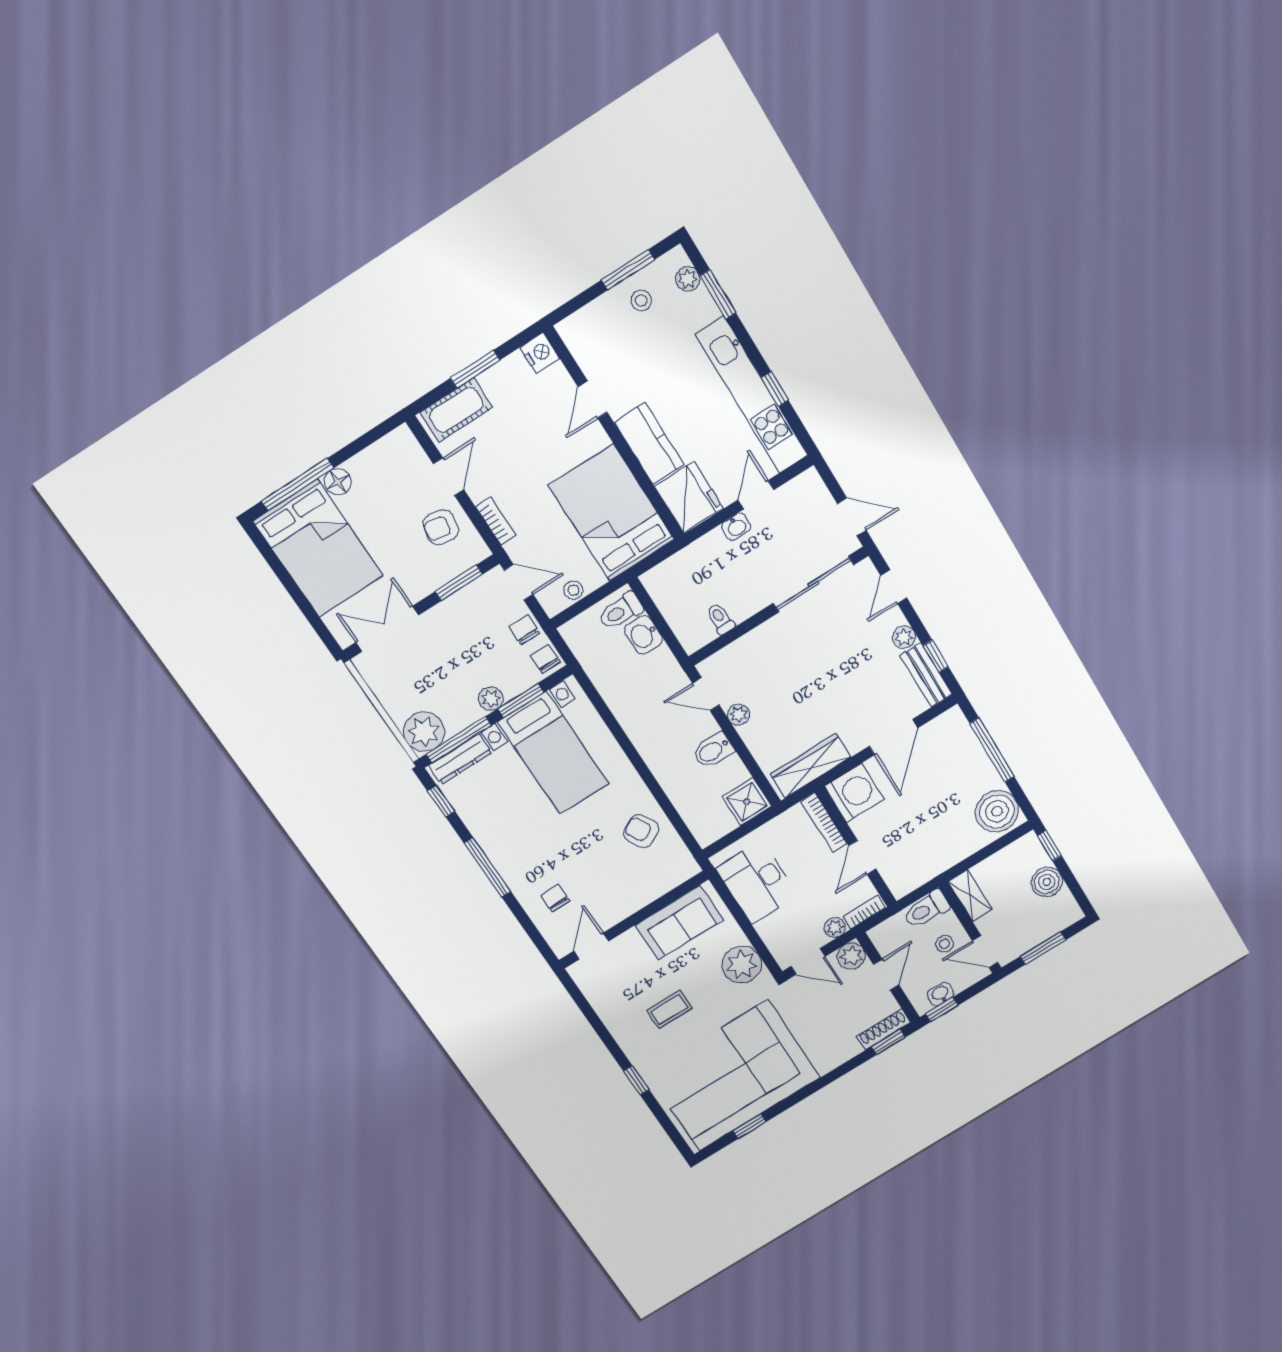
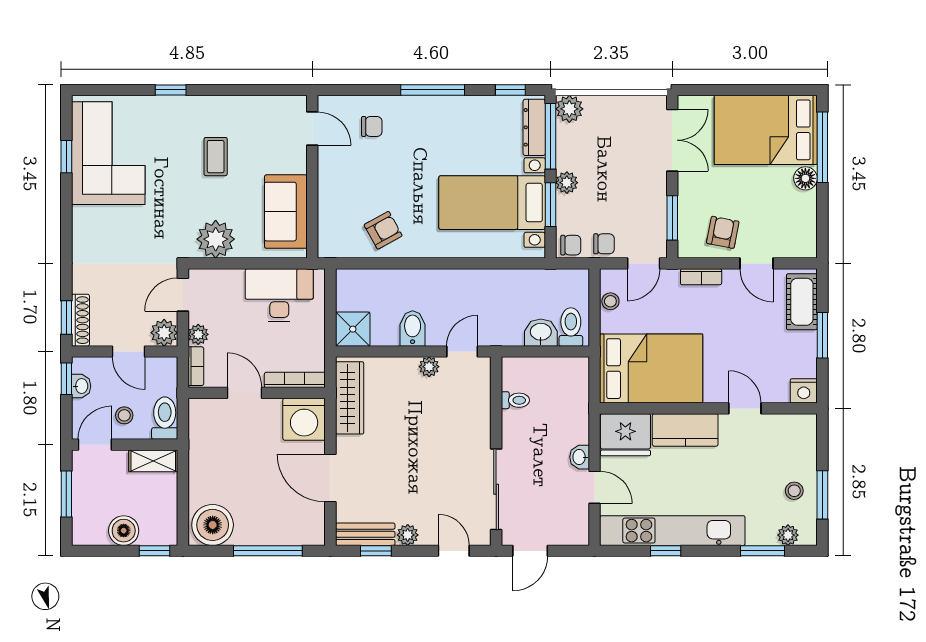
plant: (424, 732) -> (569, 109), width x0.73, depth x0.73
corner sofa: (734, 1076) -> (108, 153), width x0.73, depth x0.74

